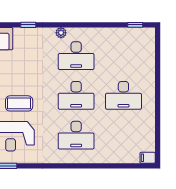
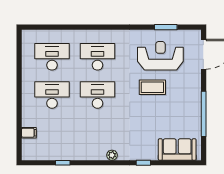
window: (135, 25) -> (63, 163), moved
desk: (76, 56) -> (52, 57), moved
filing cabinet: (148, 158) -> (29, 133), moved

